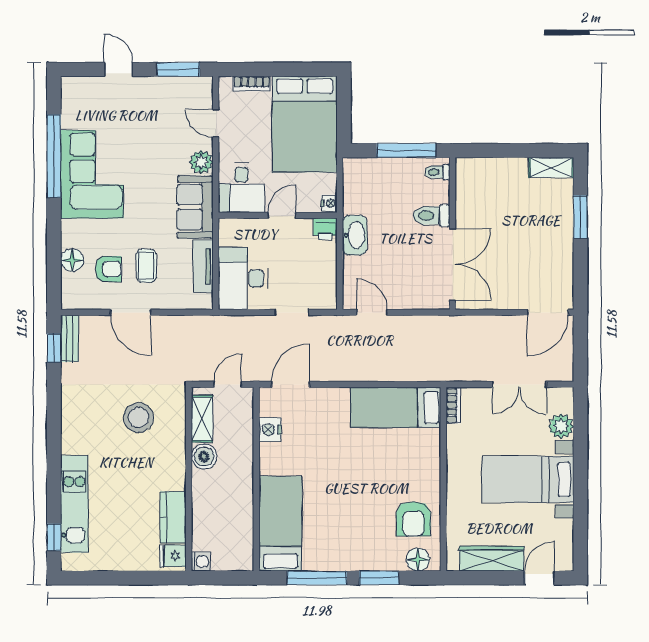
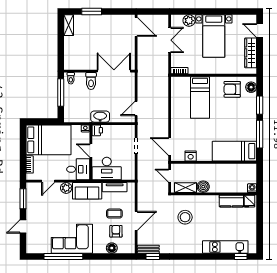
desk: (243, 278) -> (107, 169), moved
bed: (396, 407) -> (200, 98), moved
armchair: (413, 519) -> (232, 89), turned 180

